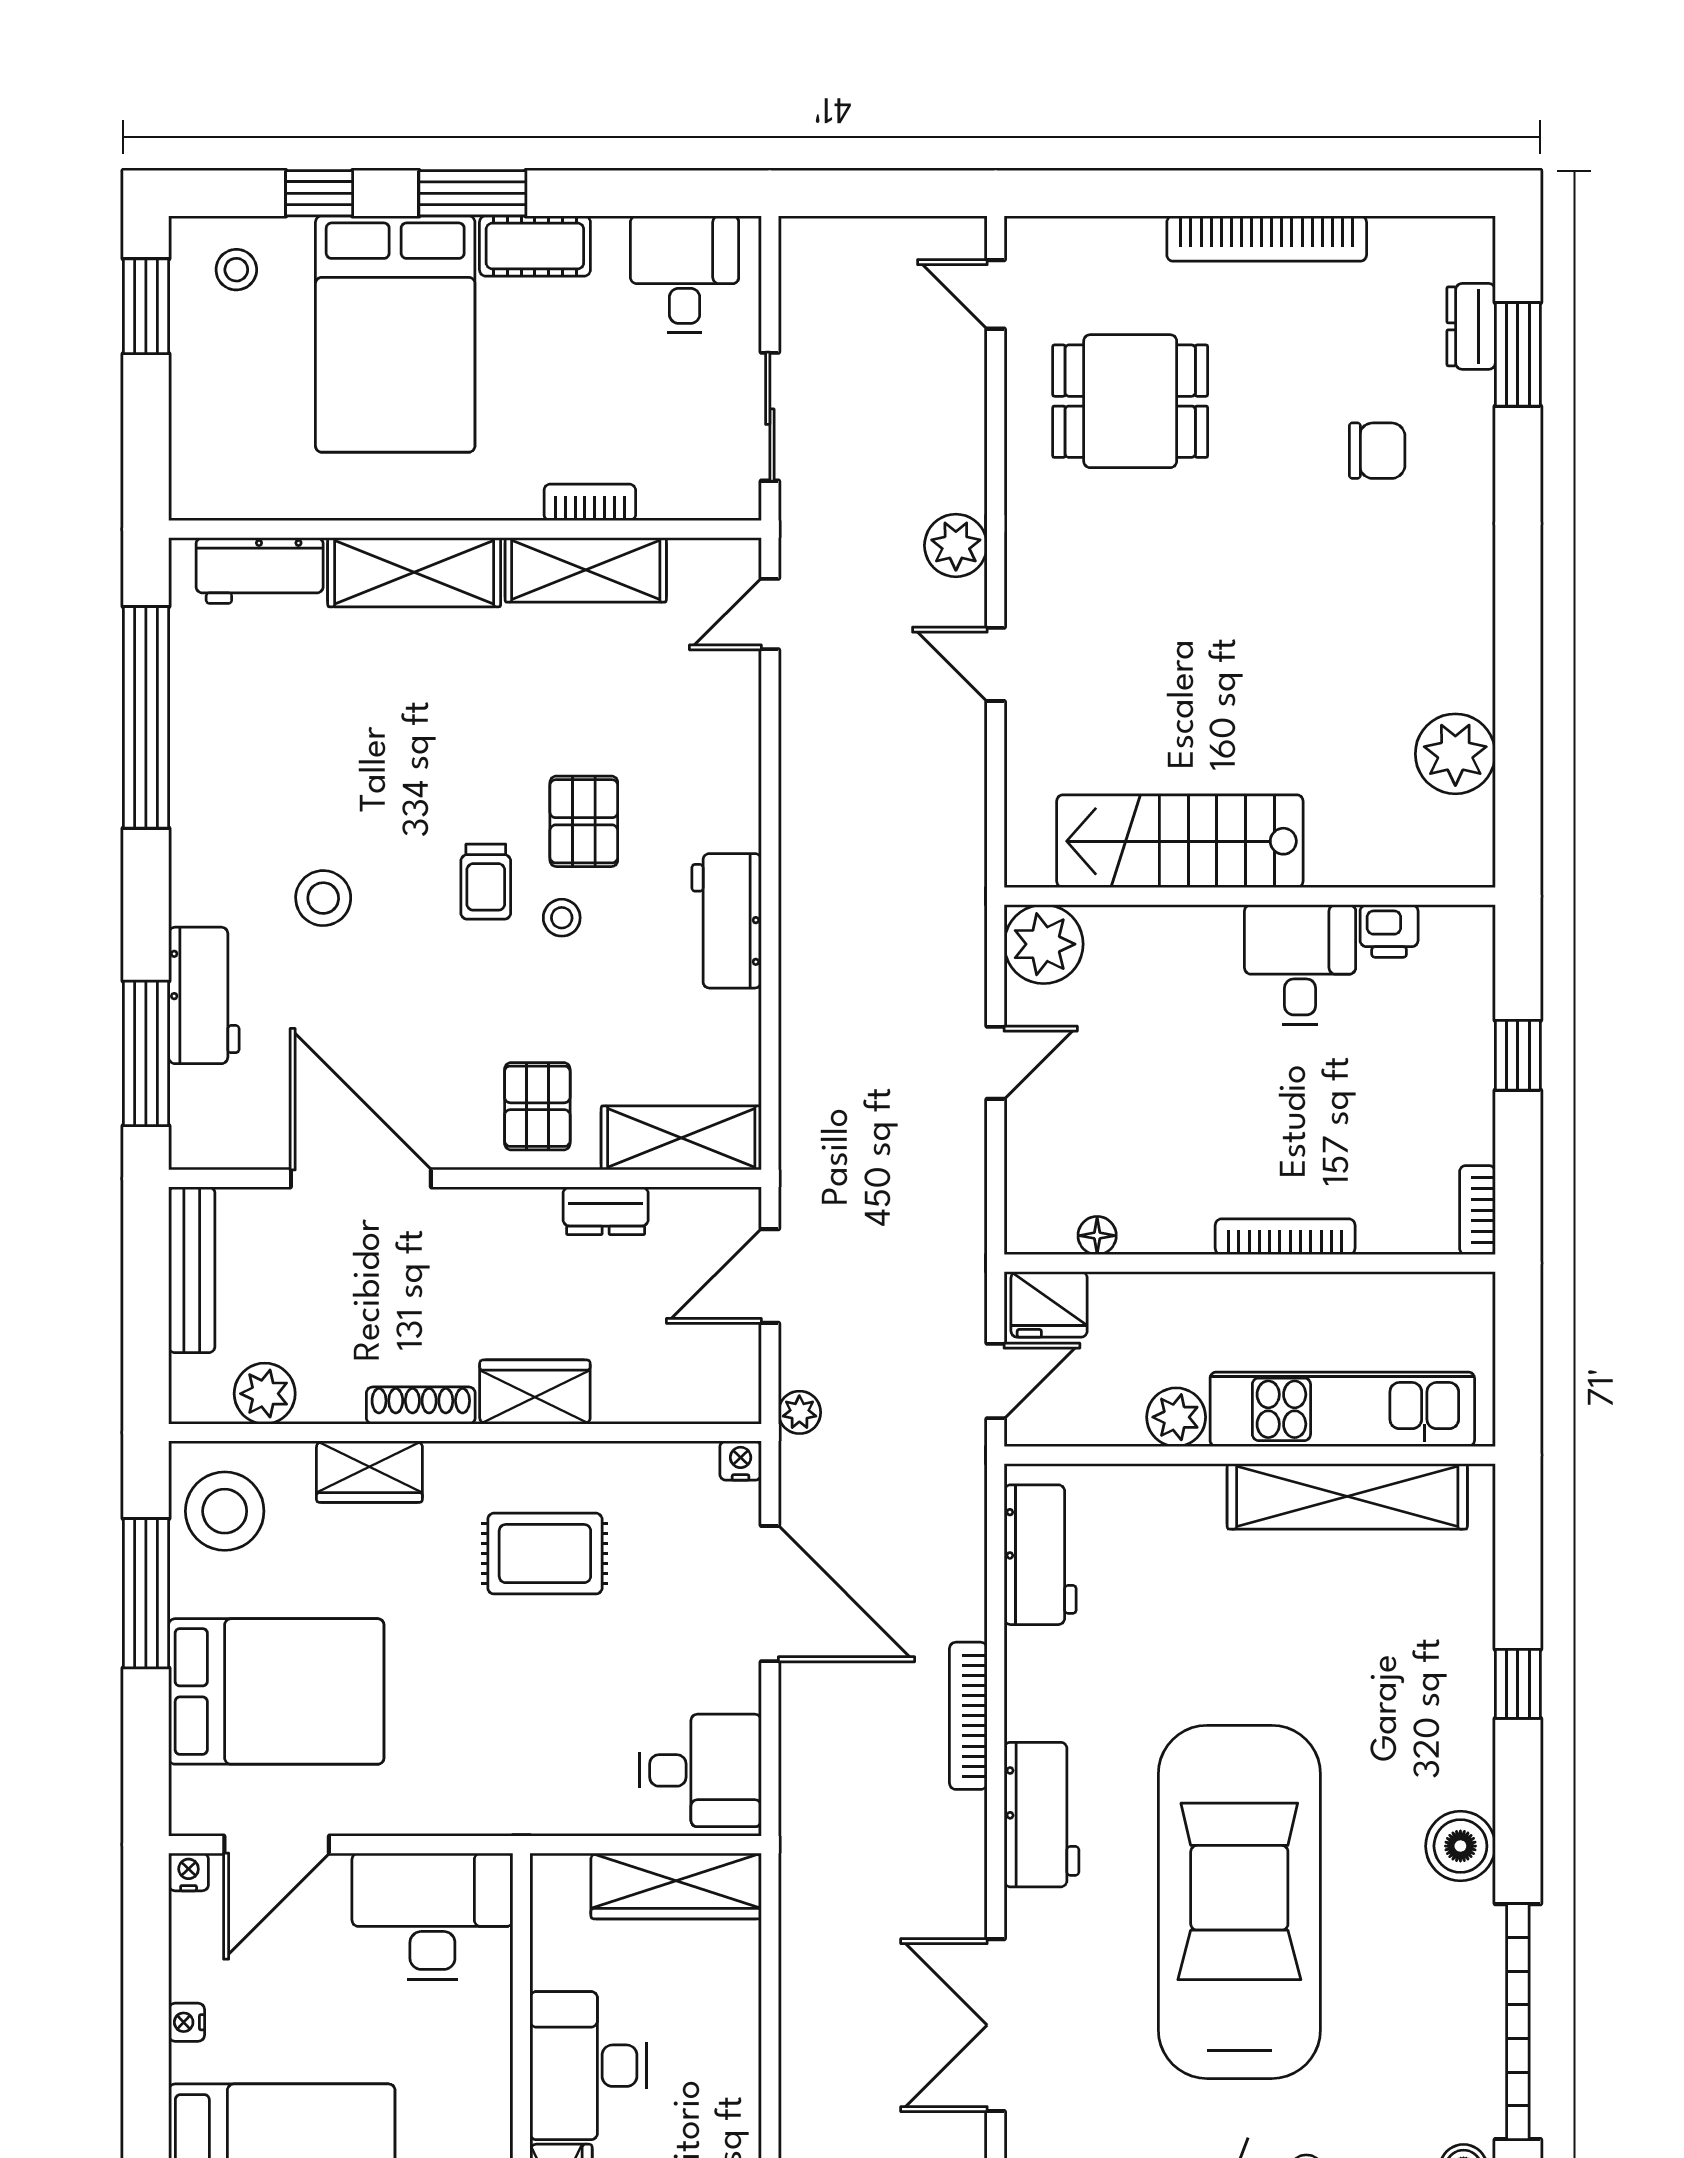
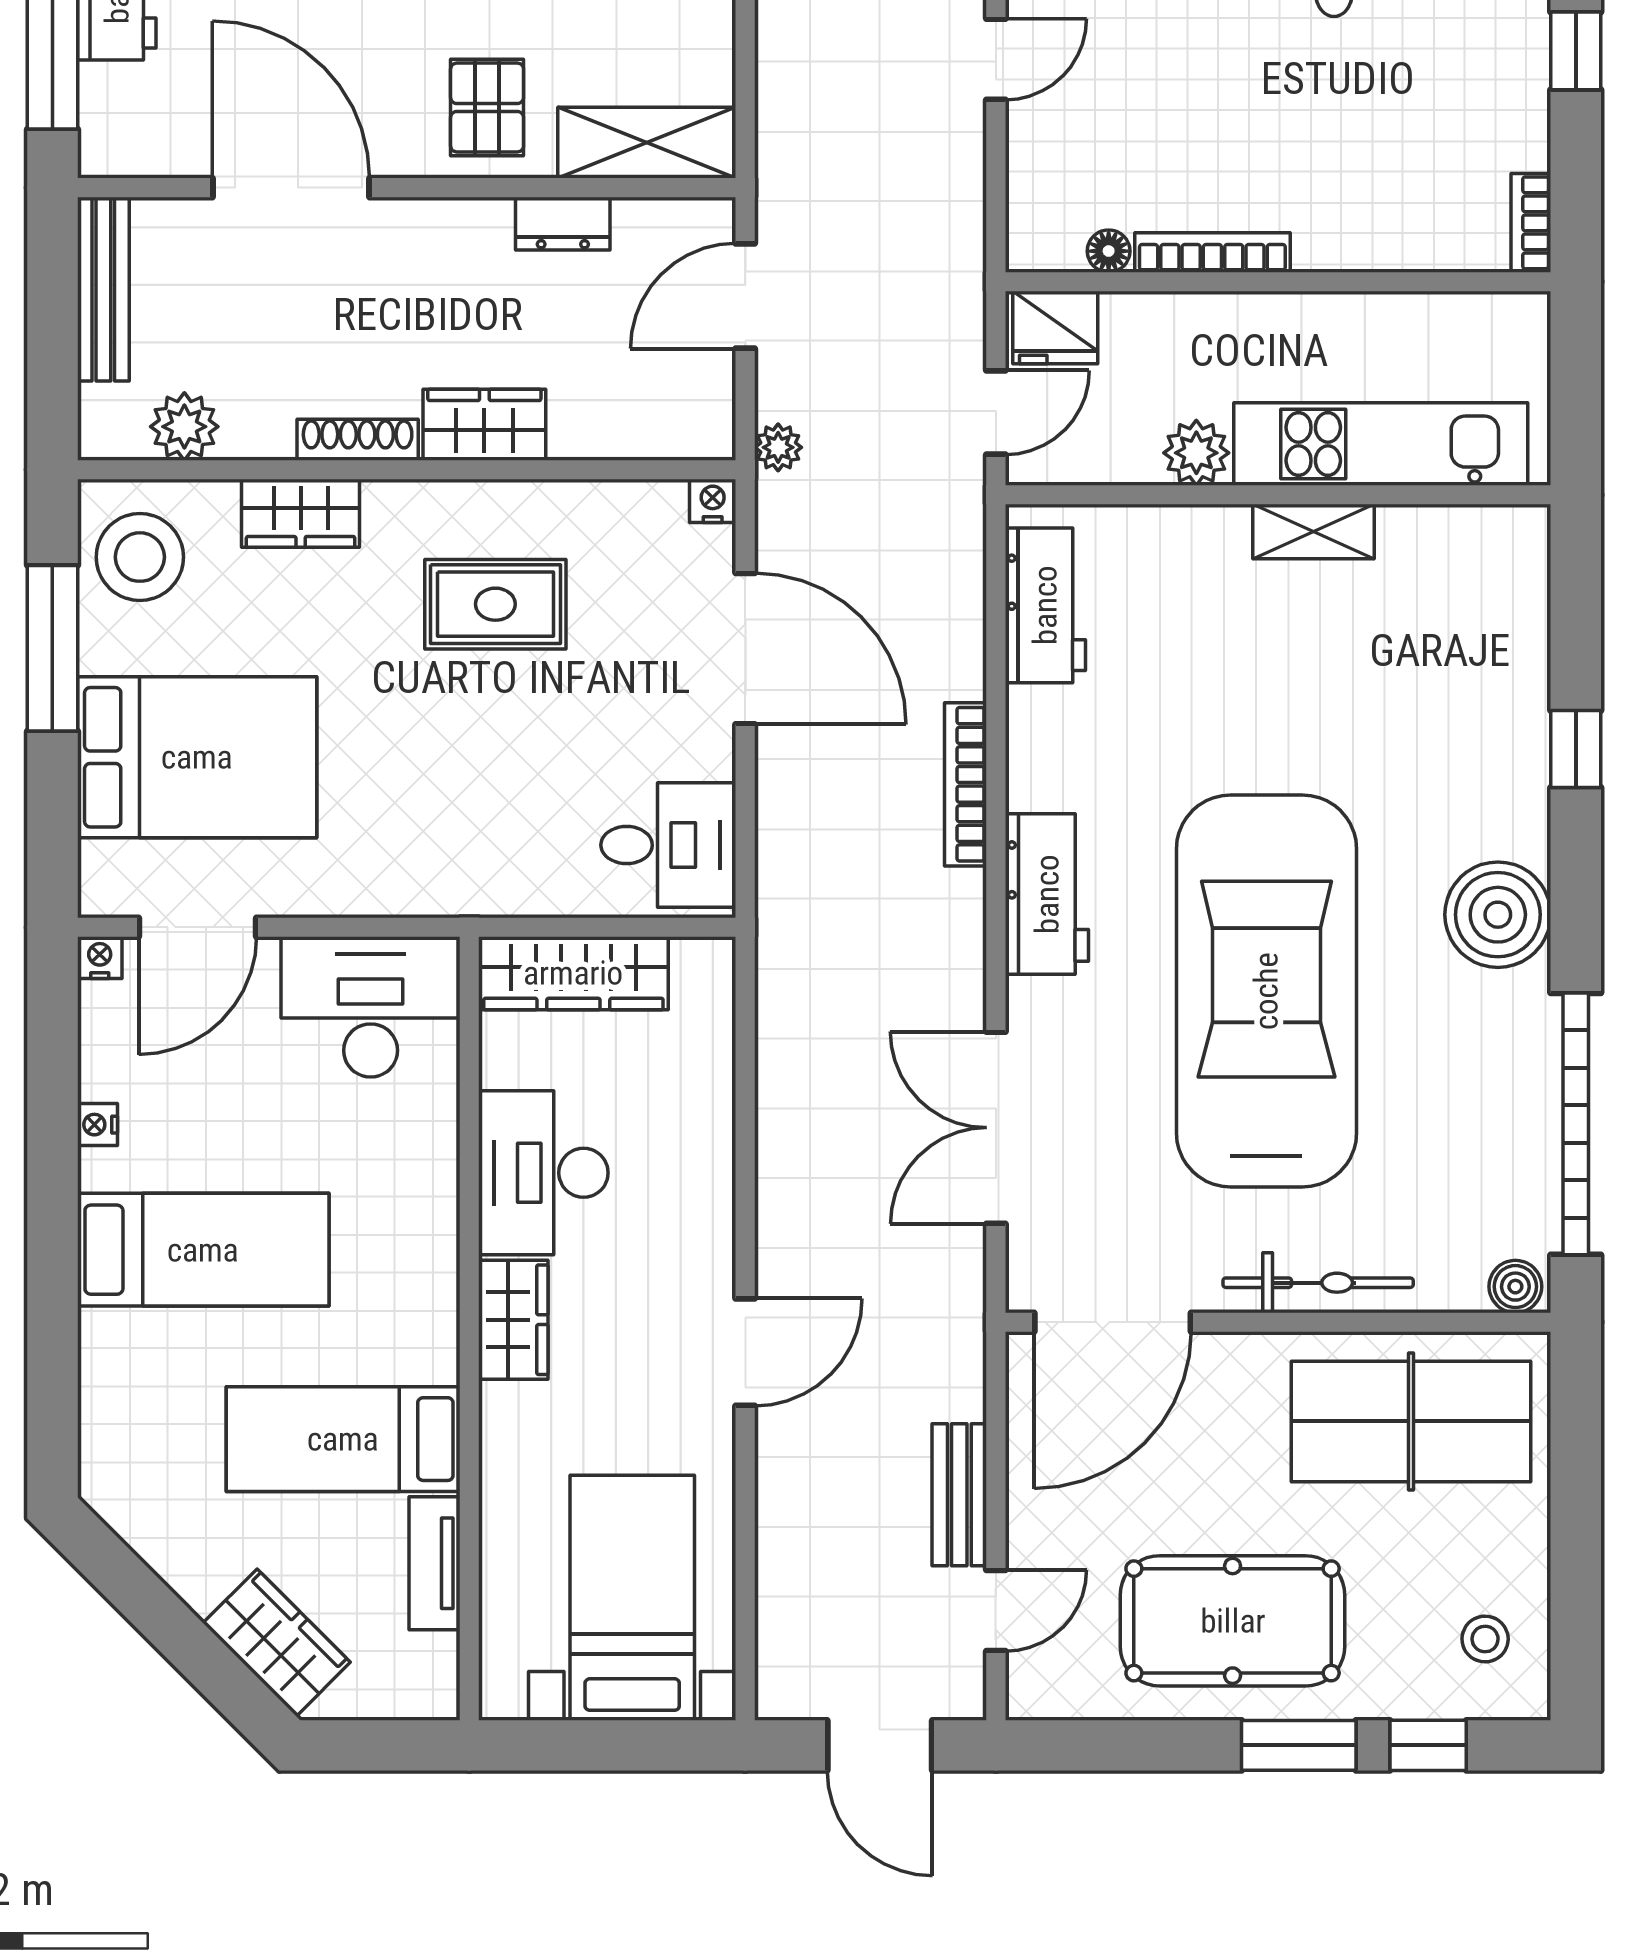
bookcase: (1285, 1237) -> (1212, 252), moved
shelving: (1347, 1496) -> (1313, 531), width x0.45, depth x0.75
boiler: (1460, 1846) -> (1498, 915), width x1.37, depth x1.37
wardrobe: (676, 1886) -> (573, 973), moved

